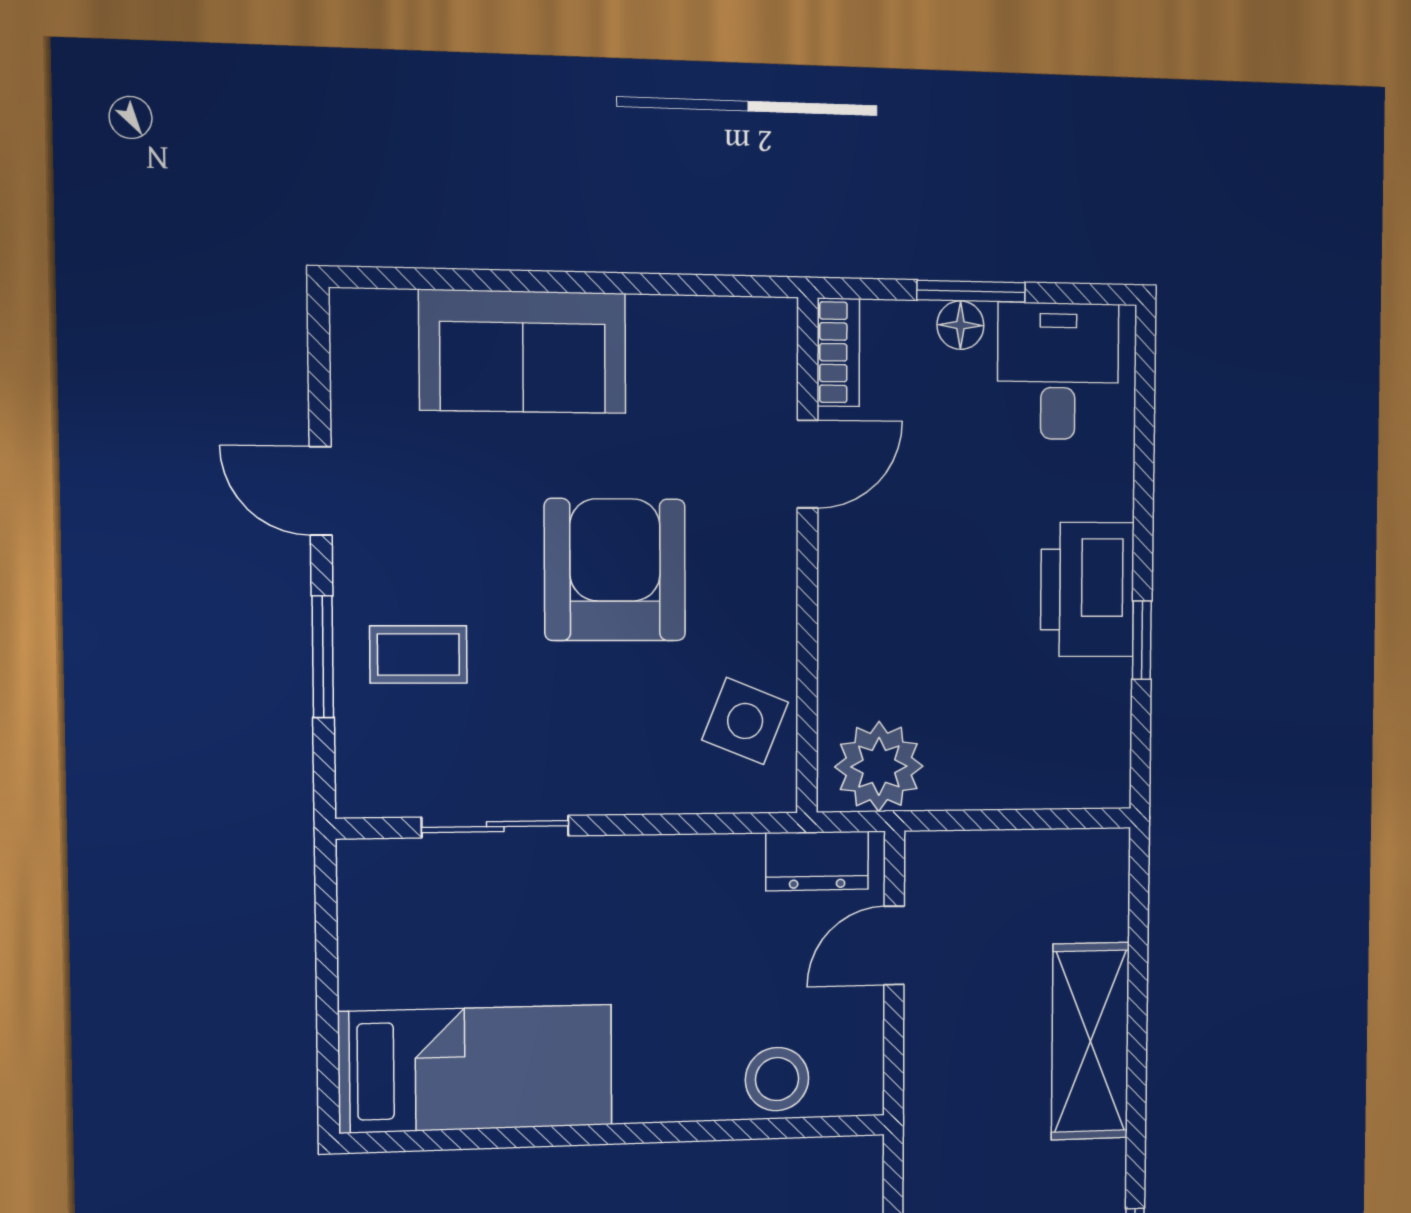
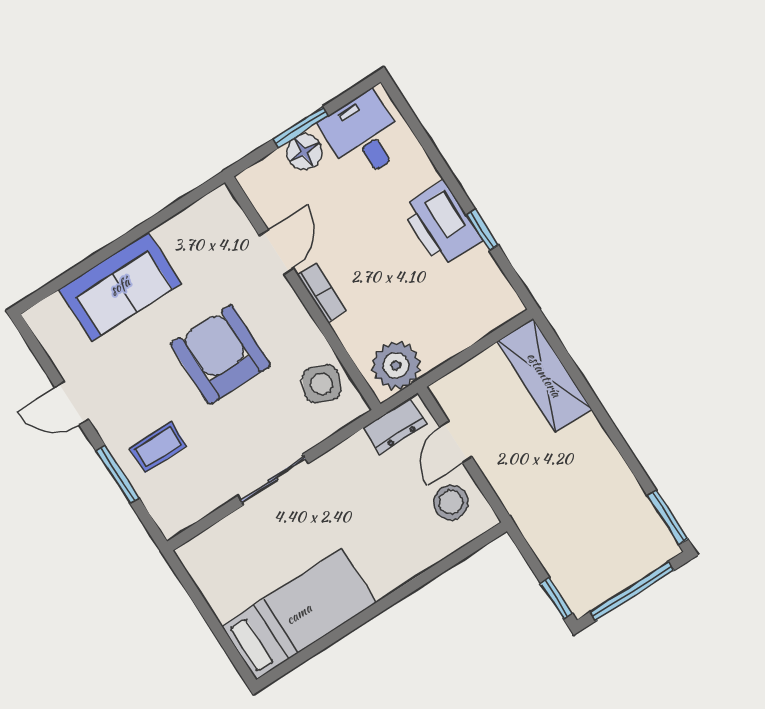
floor lamp: (960, 325) -> (304, 152), width x1.37, depth x1.37
bookcase: (838, 352) -> (322, 293), moved
sliding door: (495, 827) -> (273, 480), moved
shelving: (1090, 1041) -> (544, 375), moved
stool: (777, 1079) -> (451, 502), moved

